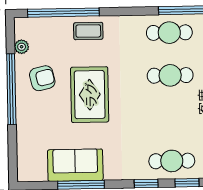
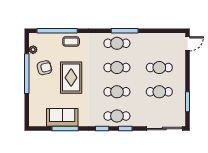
cafe table: (171, 118) -> (117, 92), added

